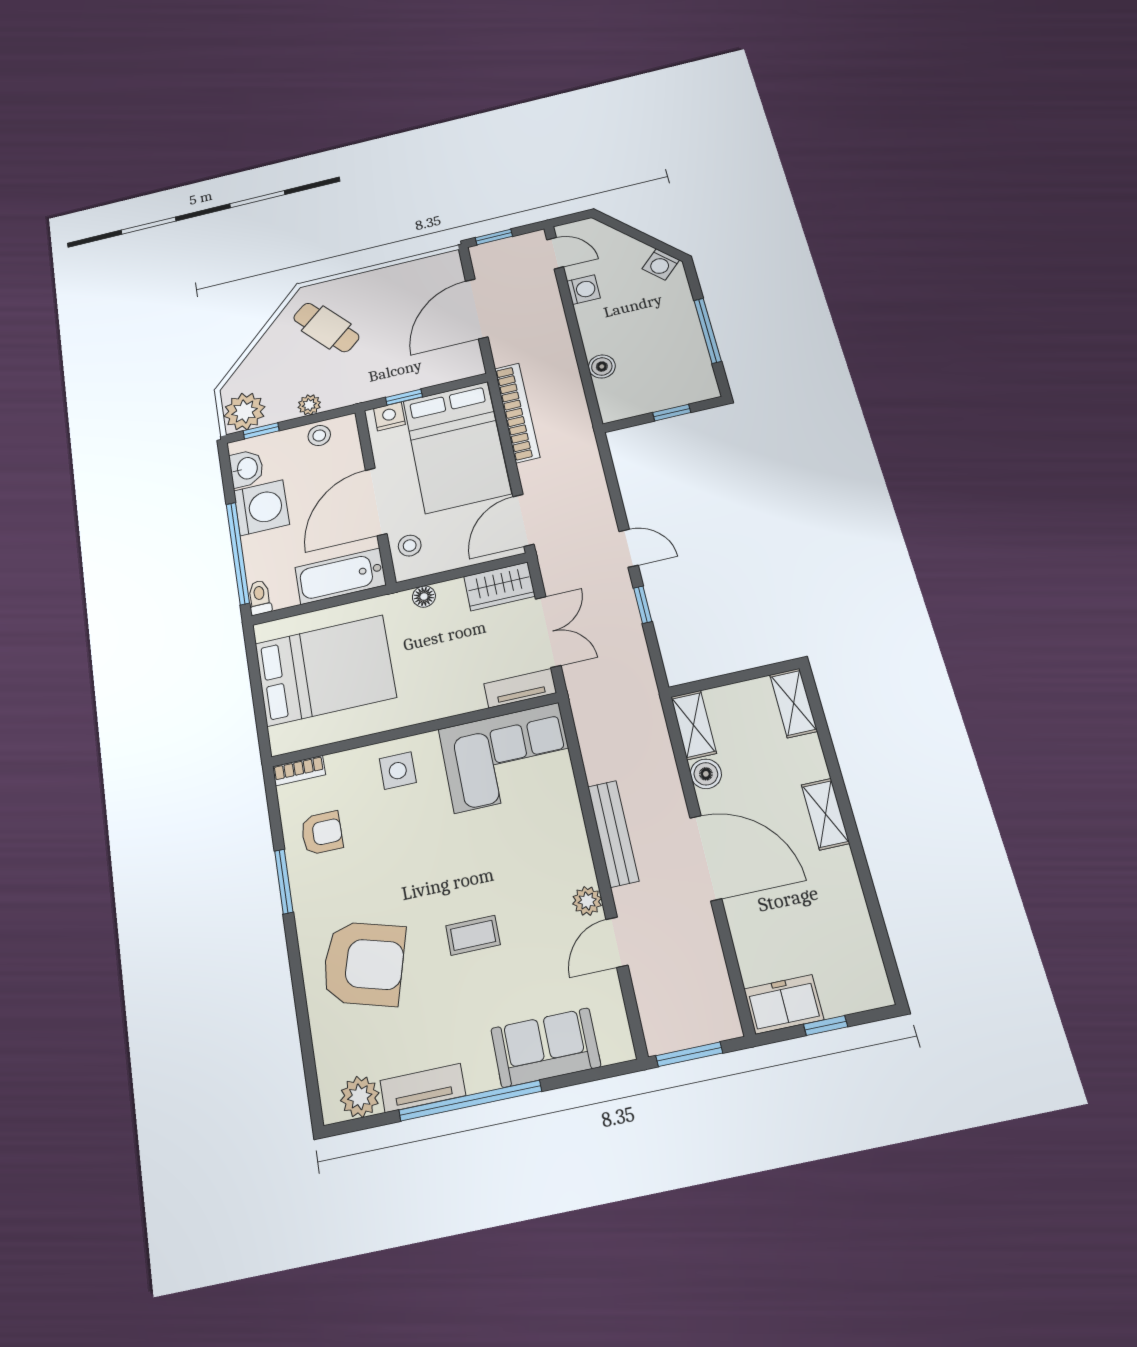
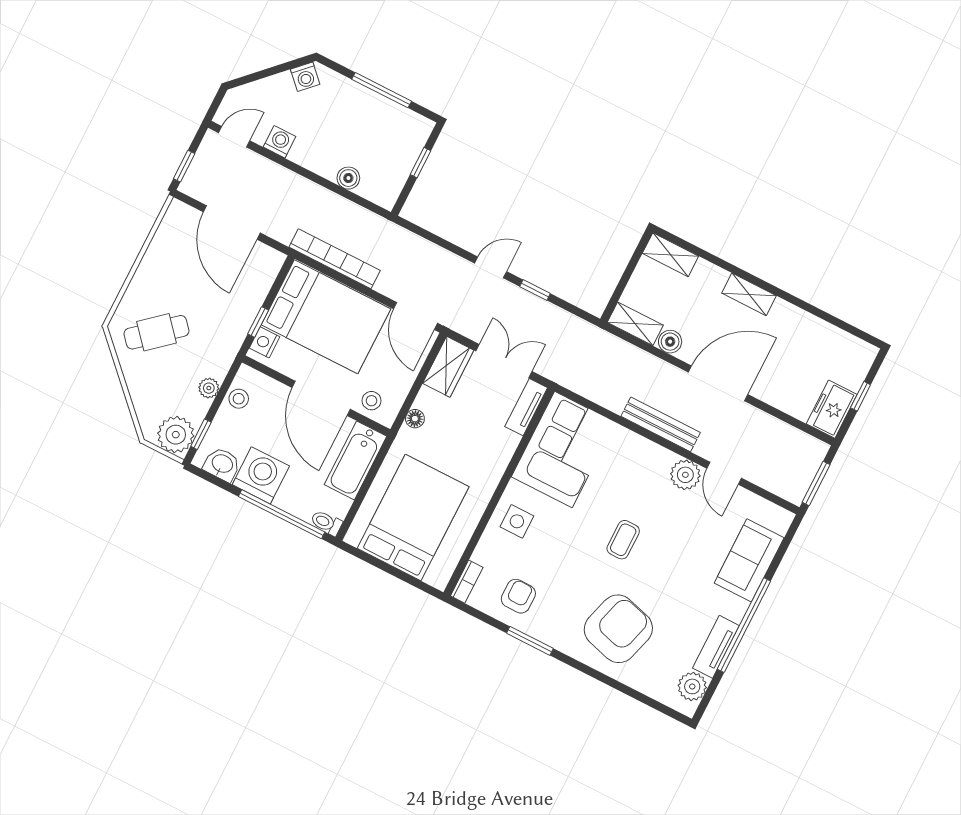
plant: (587, 901) -> (685, 475), width x1.38, depth x1.38
coffee table: (473, 935) -> (623, 540), moved

